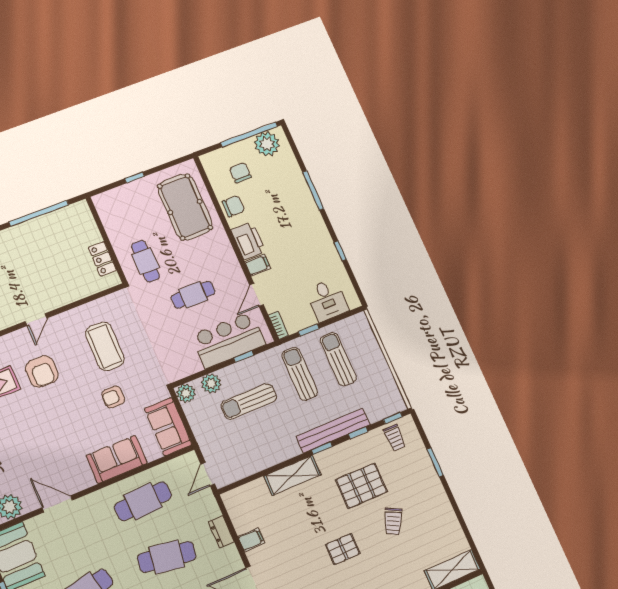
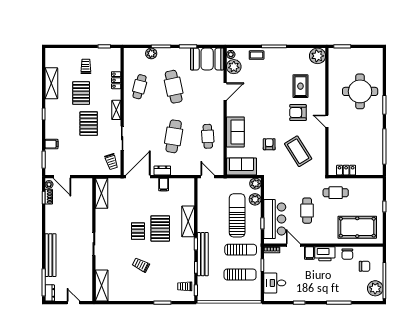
coffee table: (105, 346) -> (298, 151), turned 58
sun lounger: (249, 401) -> (237, 215), width x1.36, depth x1.34
pallet: (361, 486) -> (160, 228), moved
cafe table: (143, 501) -> (208, 136), width x0.73, depth x0.74
dresser: (221, 532) -> (162, 170), moved

